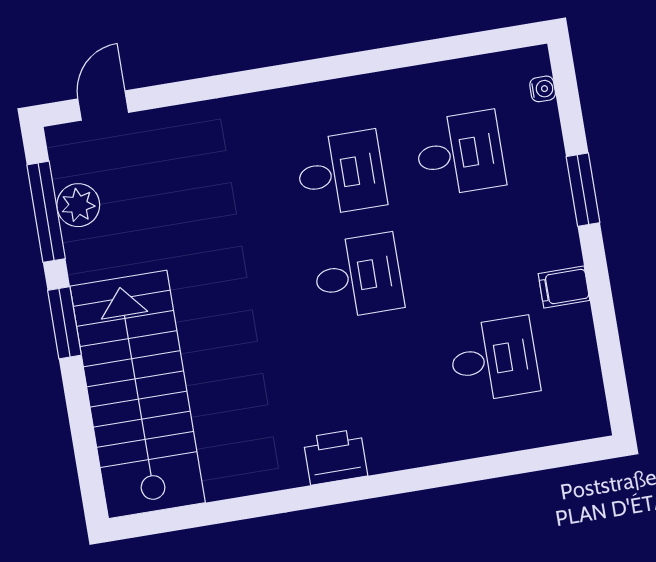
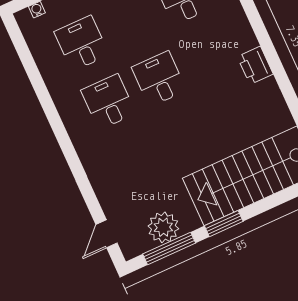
door: (103, 106) -> (107, 234), hinge flipped
plant: (78, 205) -> (163, 227), width x1.36, depth x1.36

